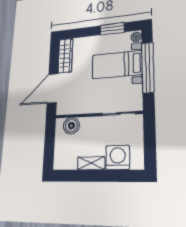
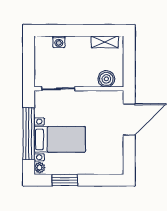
wardrobe: (65, 56) -> (116, 155), removed
washing machine: (118, 157) -> (59, 42), width x0.53, depth x0.53
shelving: (91, 163) -> (105, 42), moved

